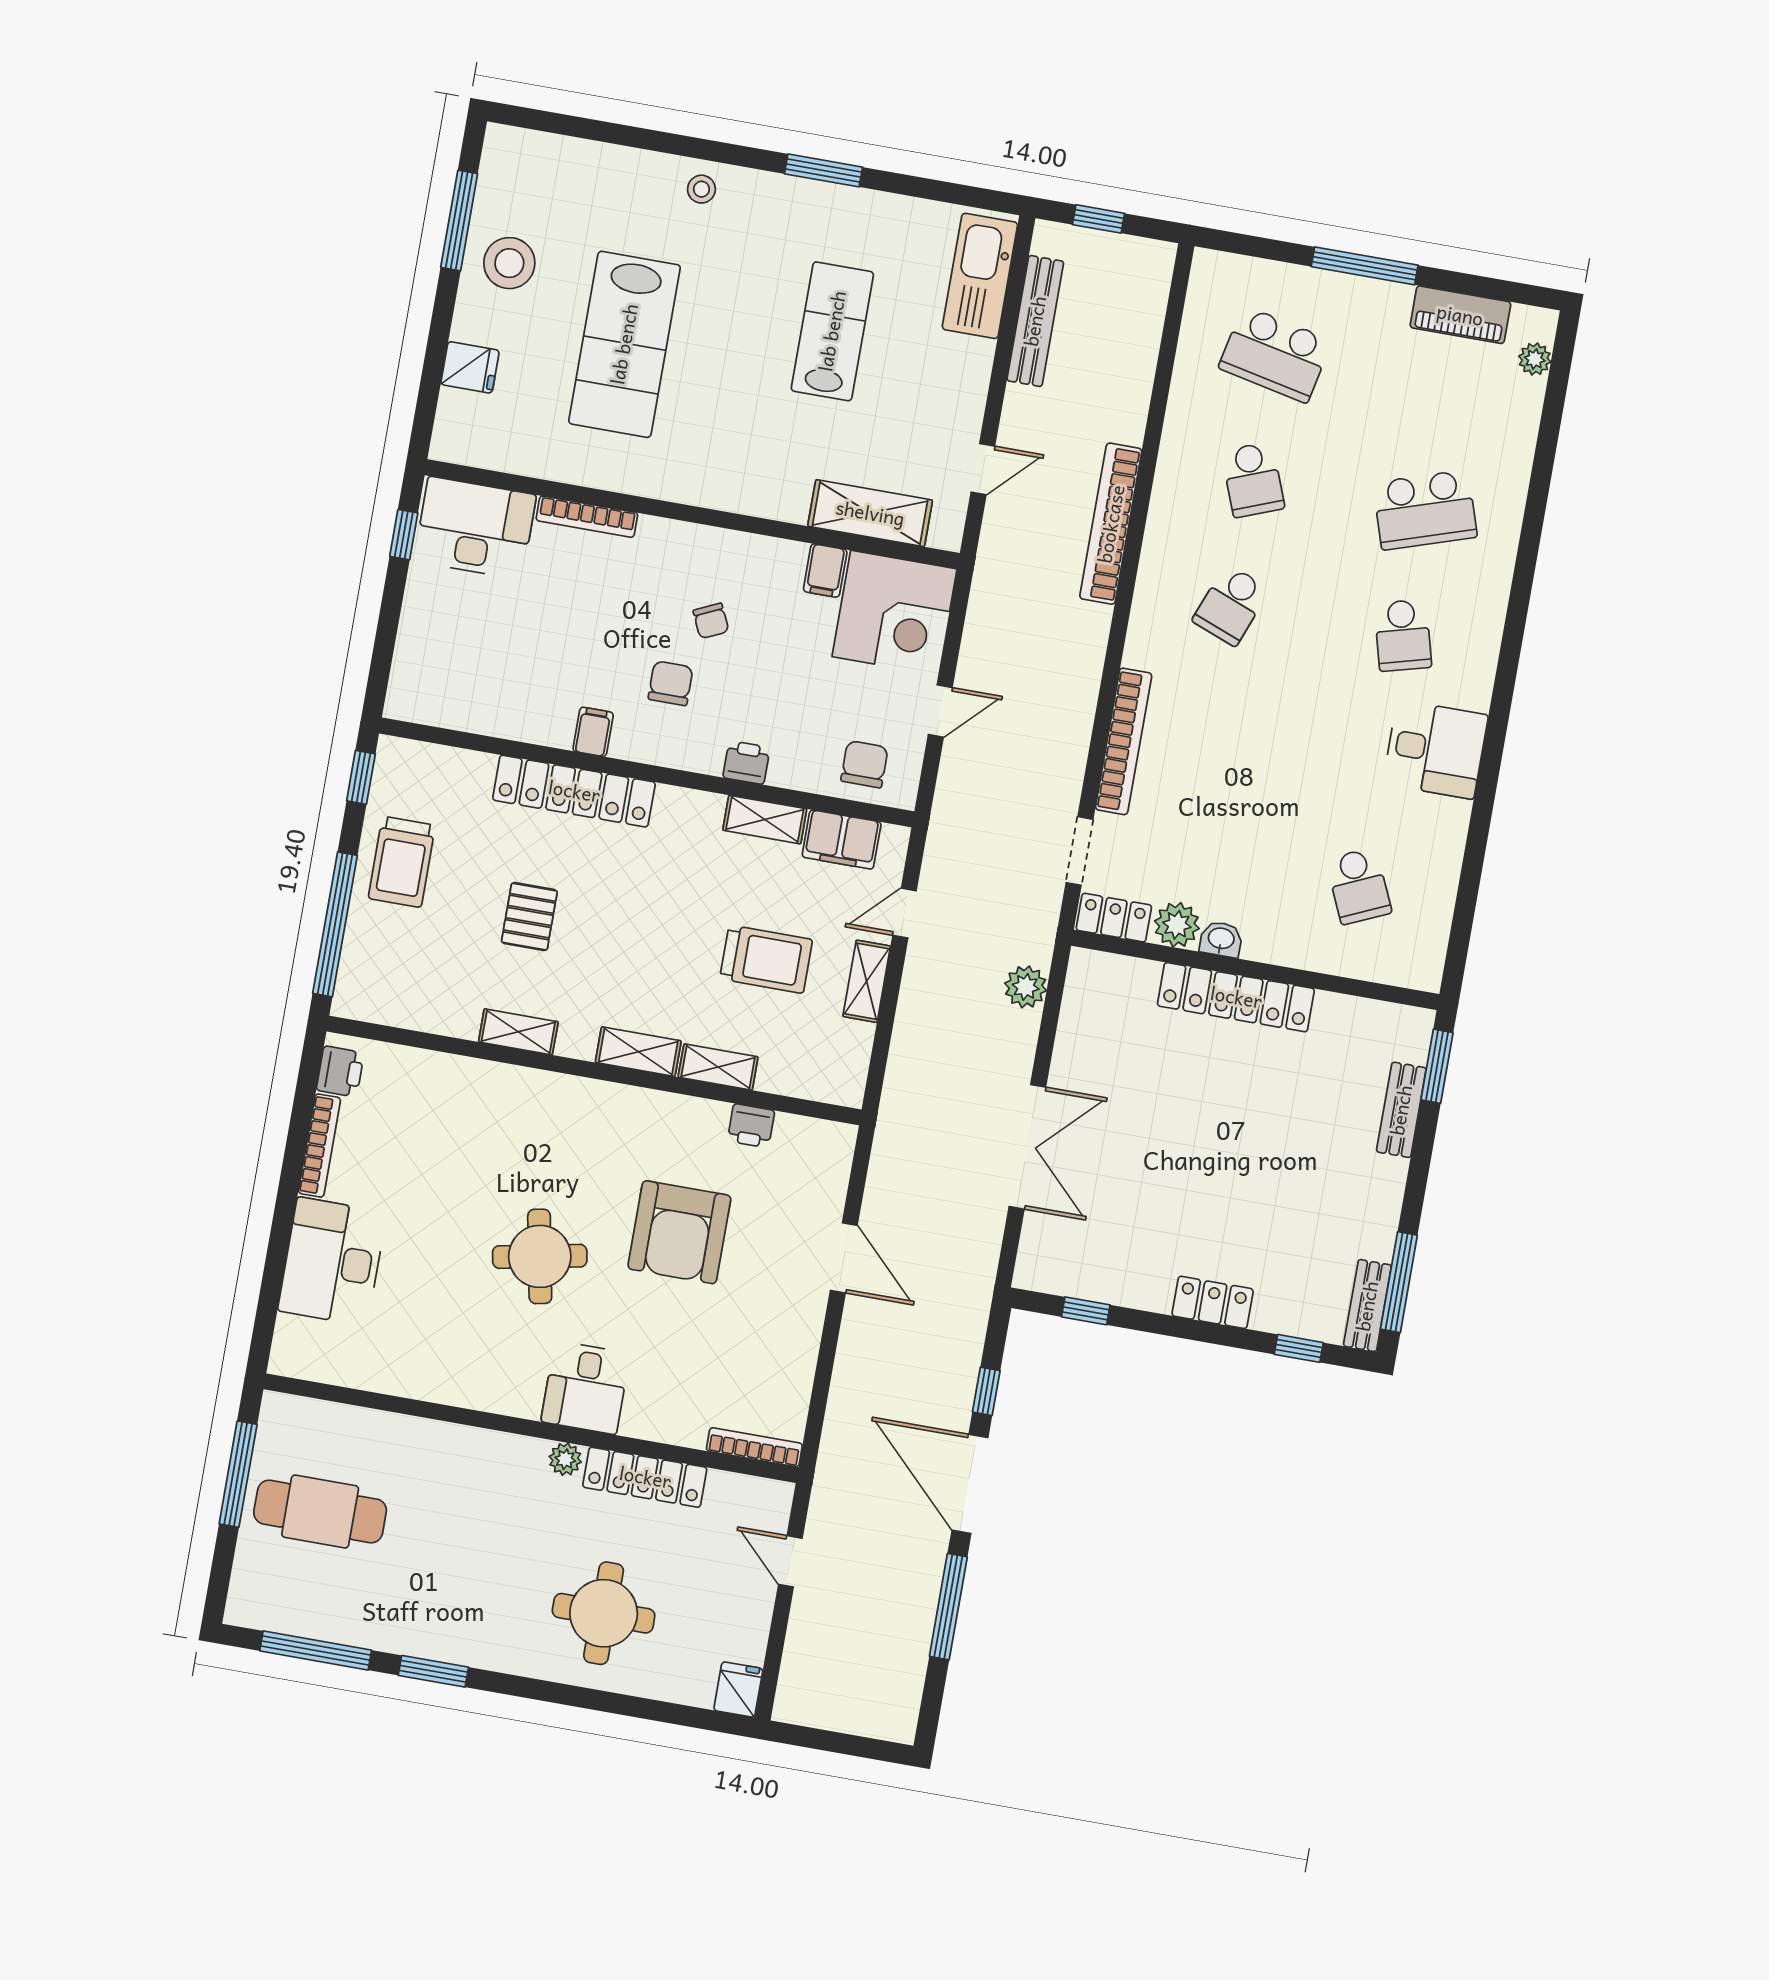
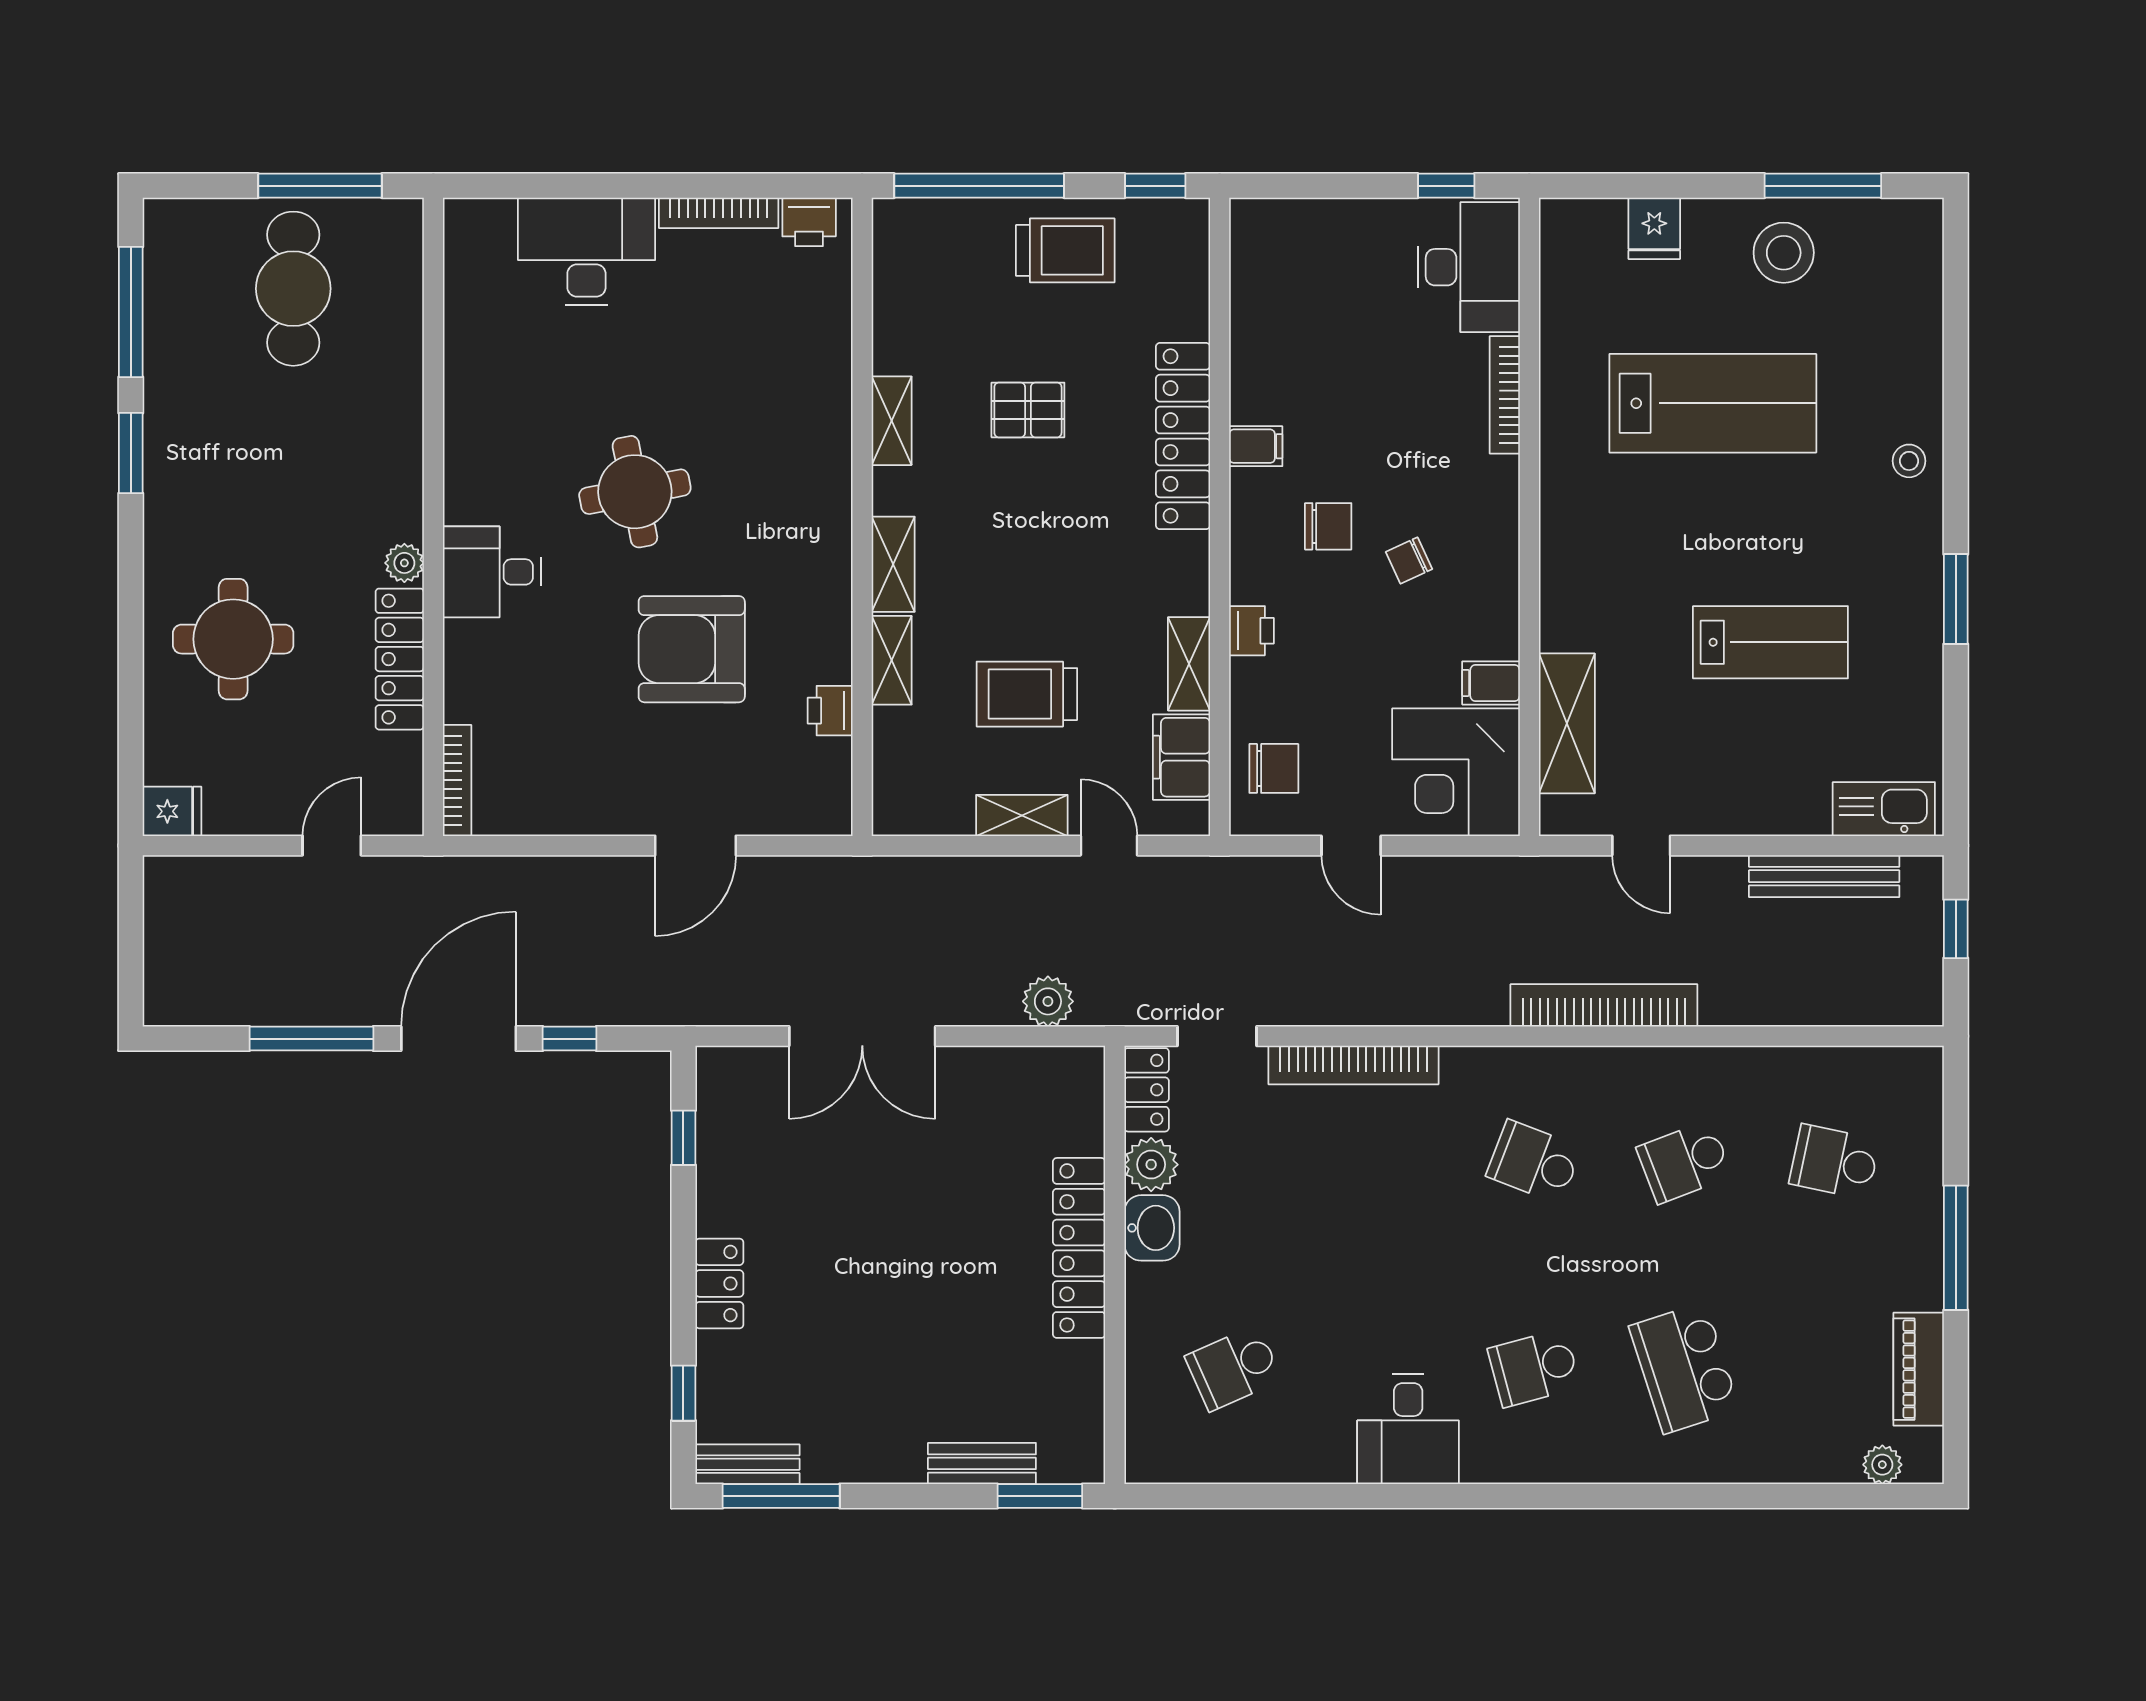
kitchen sink: (980, 276) -> (1884, 809), width x0.73, depth x0.81
lab bench: (624, 344) -> (1713, 403), turned 180
school desk: (1275, 354) -> (1835, 1162), width x0.54
trolley: (402, 862) -> (1065, 250), turned 180
washbasin: (1221, 939) -> (1152, 1228), width x1.38, depth x1.45
trolley: (766, 959) -> (1027, 694), turned 90

